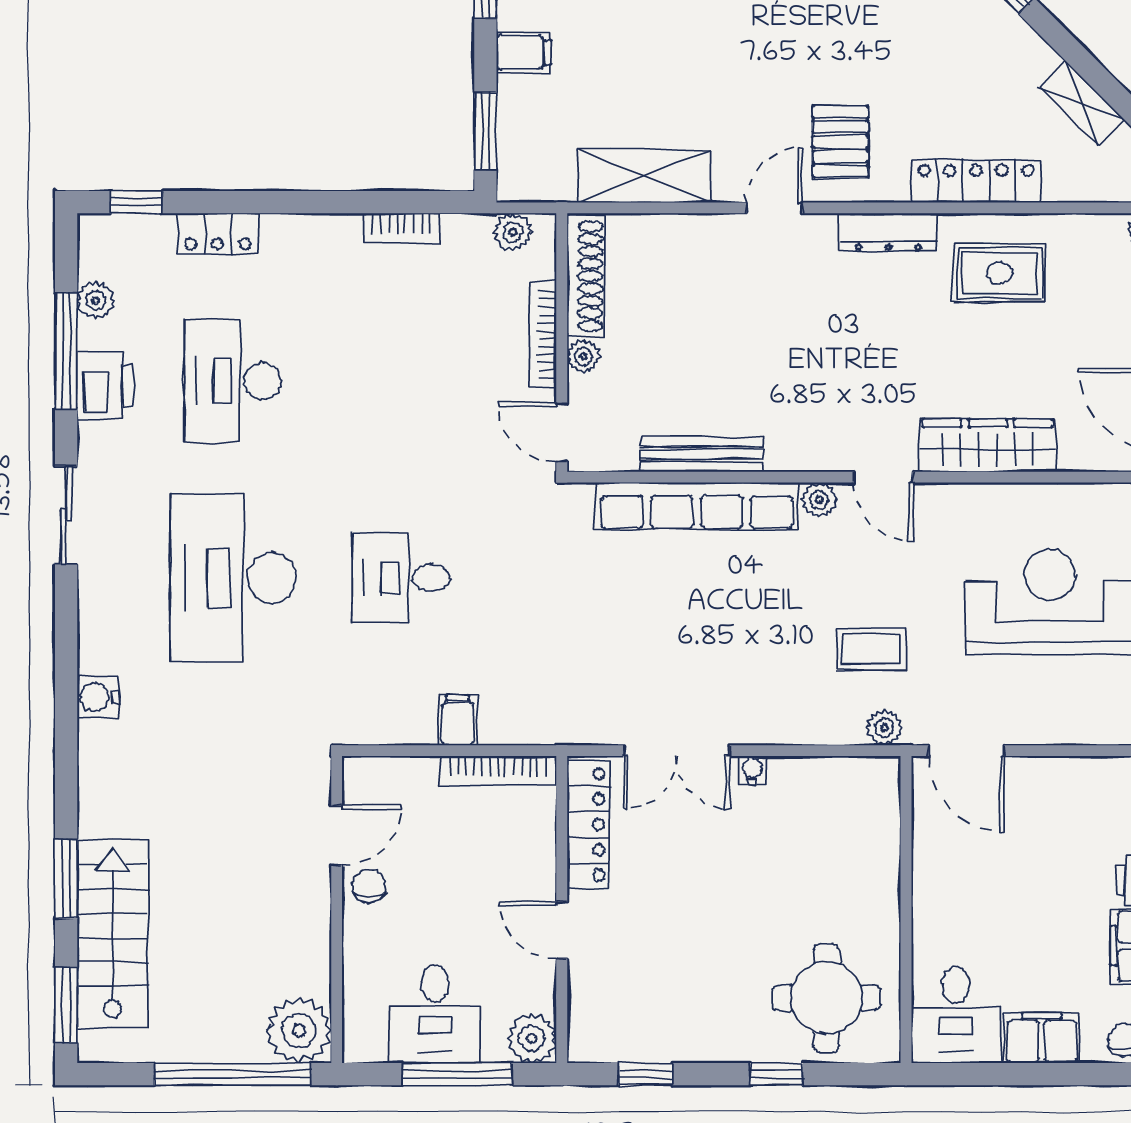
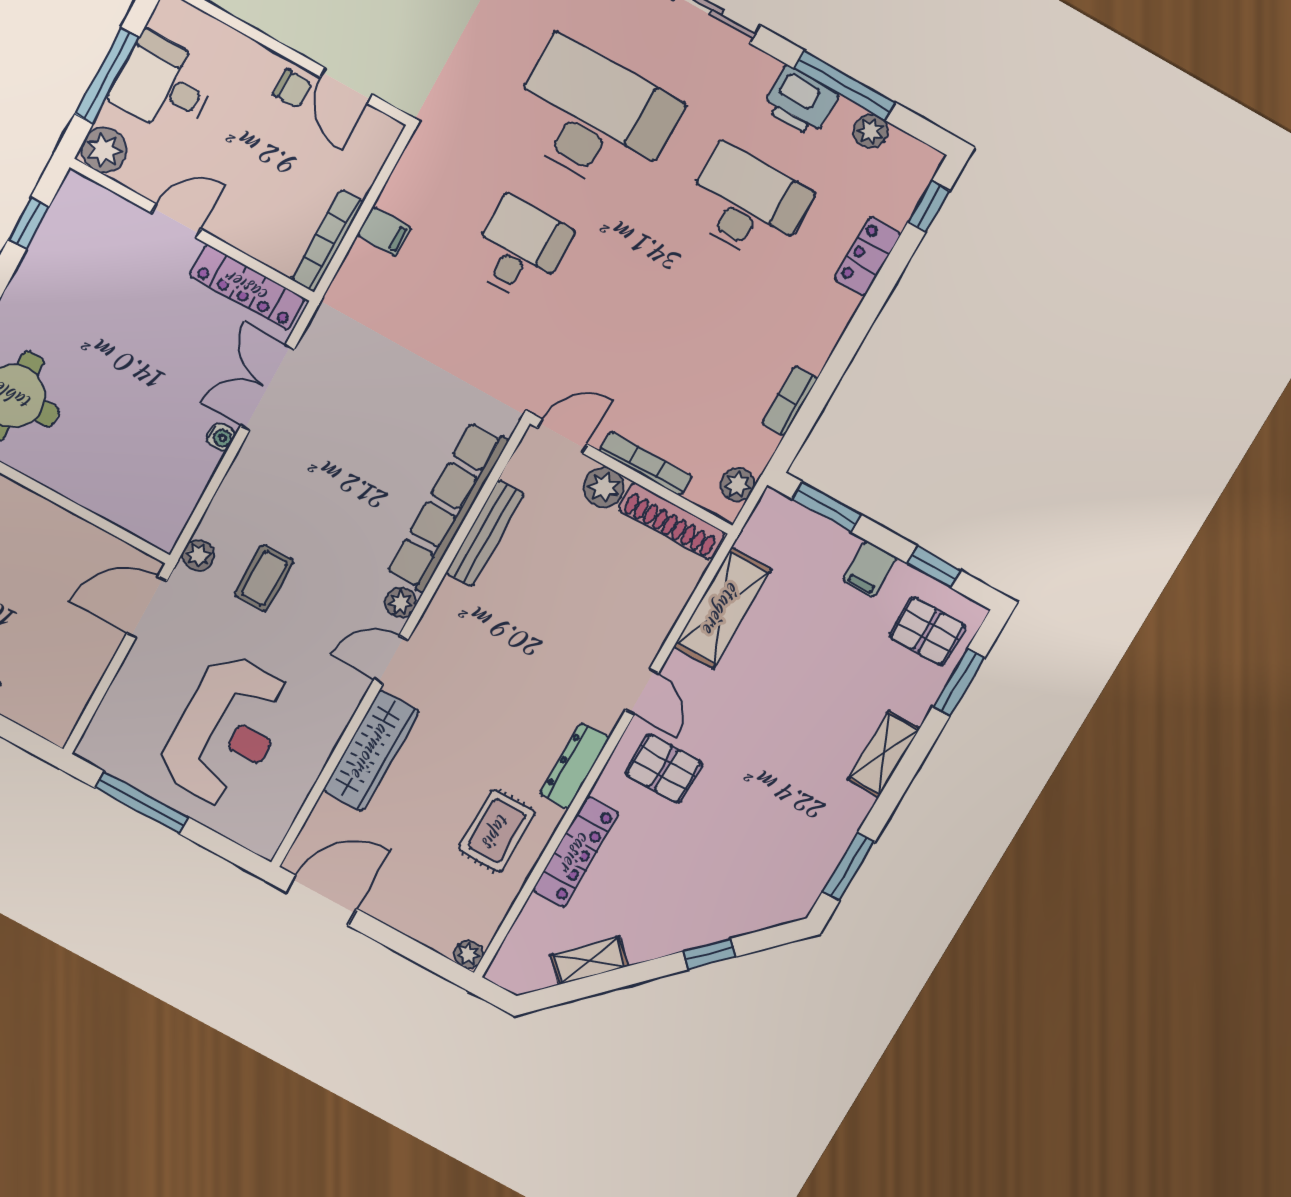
plant: (584, 356) -> (604, 487), width x1.38, depth x1.38

